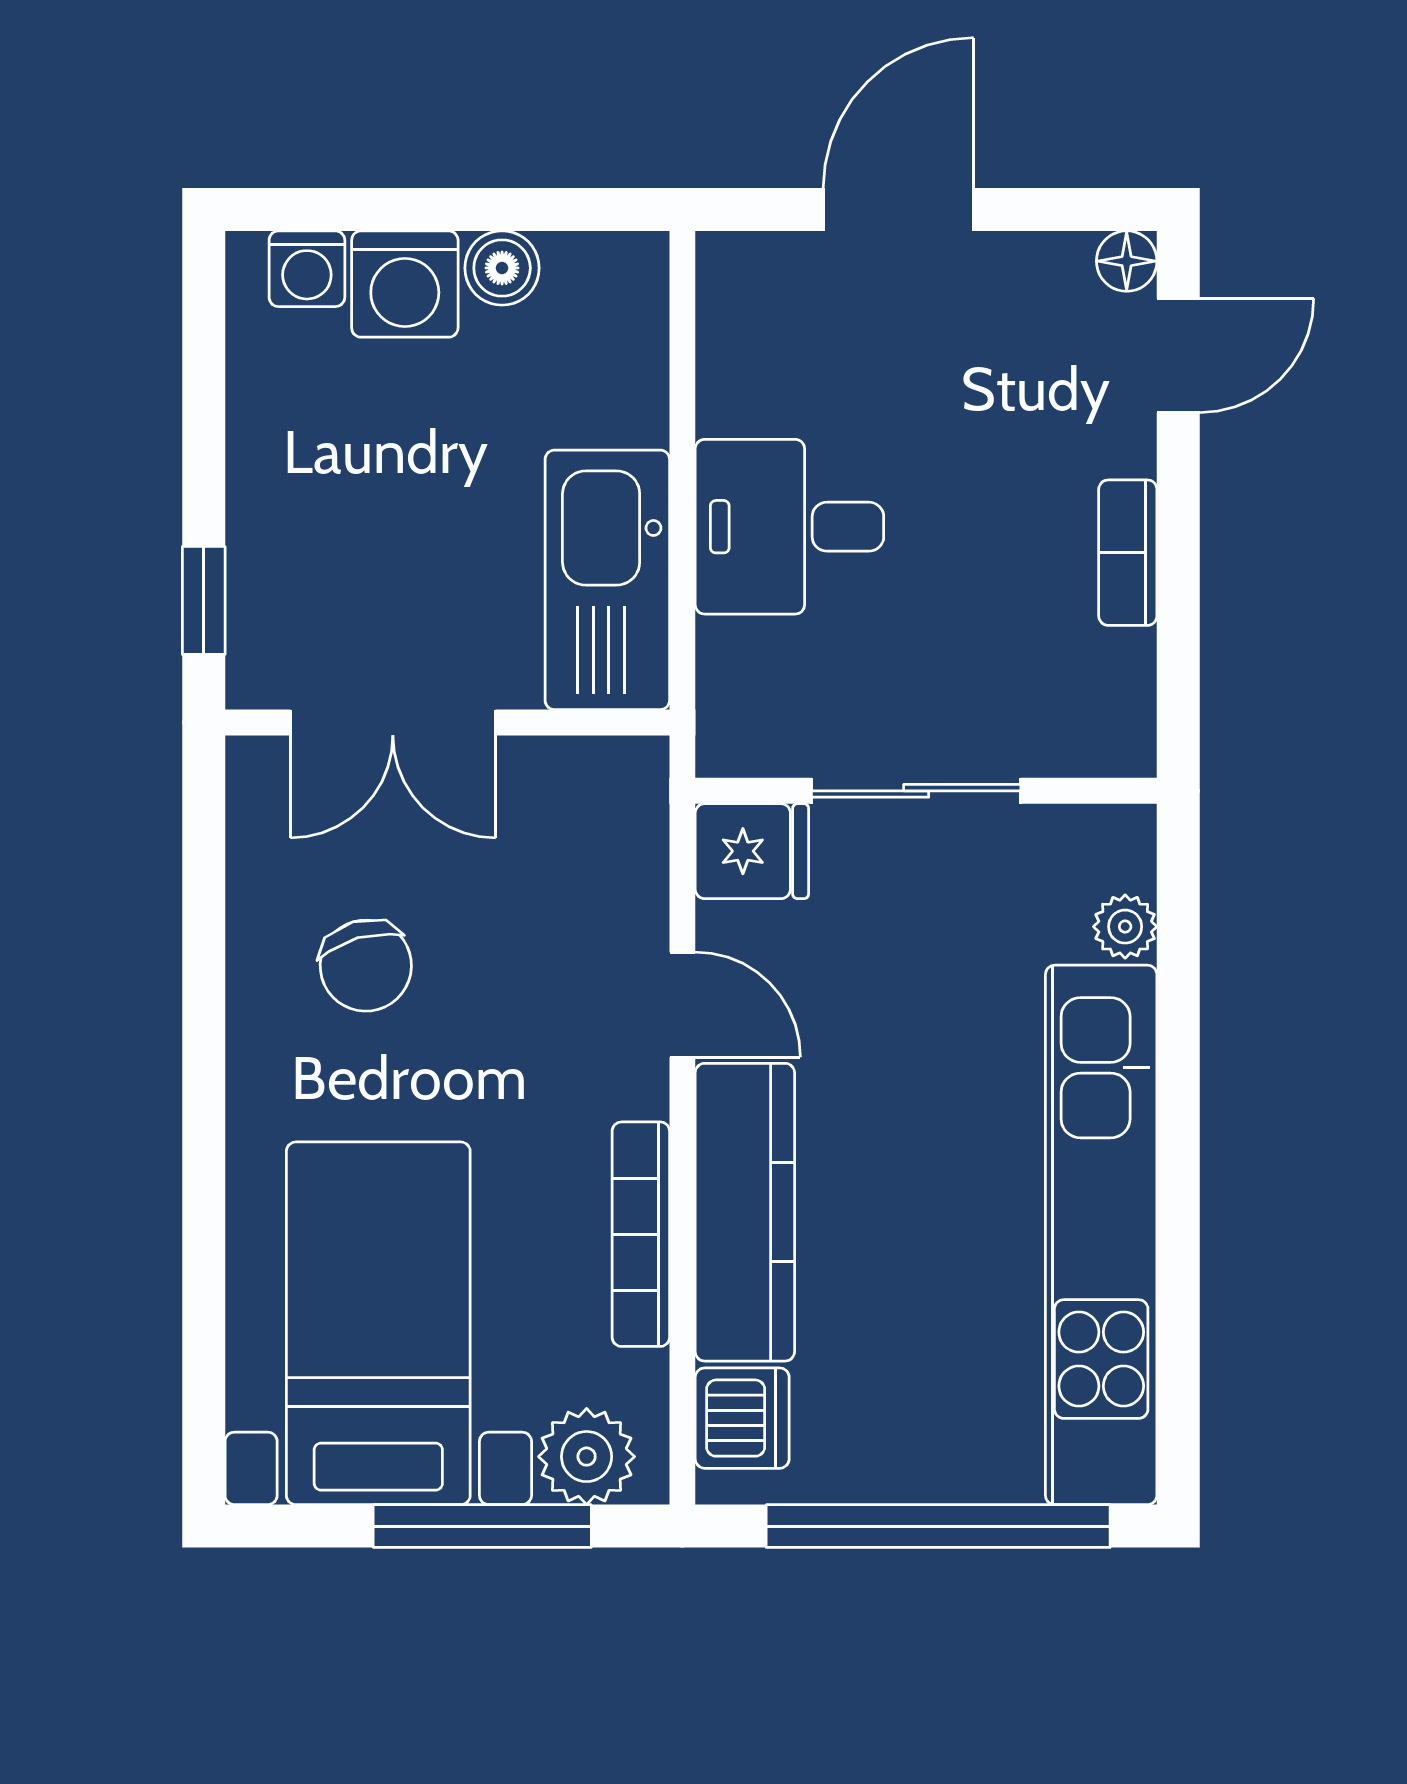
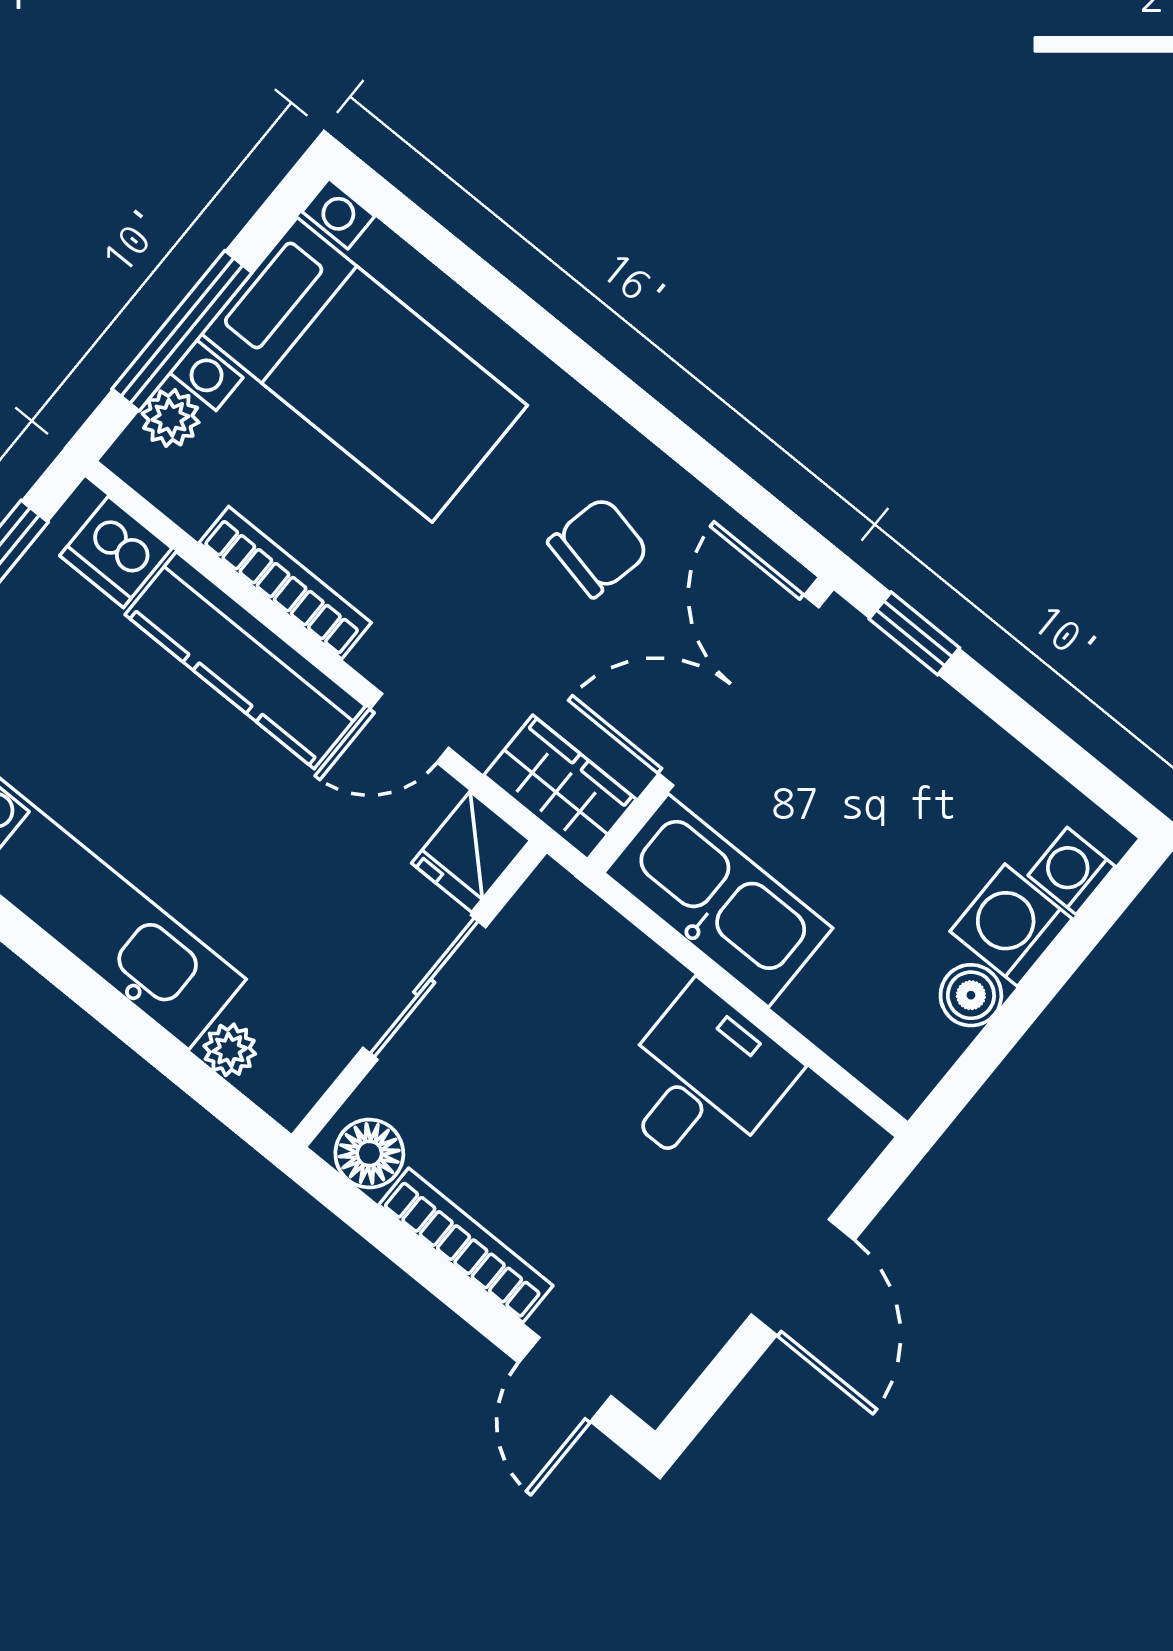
floor lamp: (1127, 261) -> (369, 1153), moved, width x1.37, depth x1.37
desk: (789, 527) -> (703, 1080), moved
bookcase: (1128, 553) -> (466, 1245), width x1.56
double door: (393, 722) -> (739, 690), width x1.37
wardrobe: (622, 817) -> (560, 787), added
chair: (366, 966) -> (598, 547), turned 118
plant: (587, 1457) -> (171, 418), width x0.73, depth x0.73

